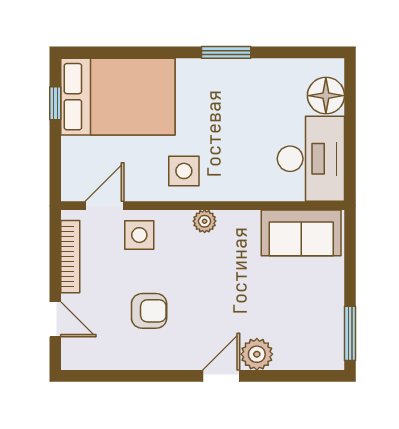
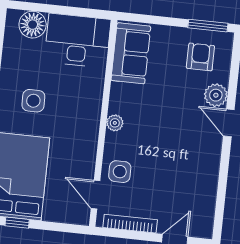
side table: (184, 171) -> (33, 101), moved
armchair: (149, 311) -> (200, 57), moved

